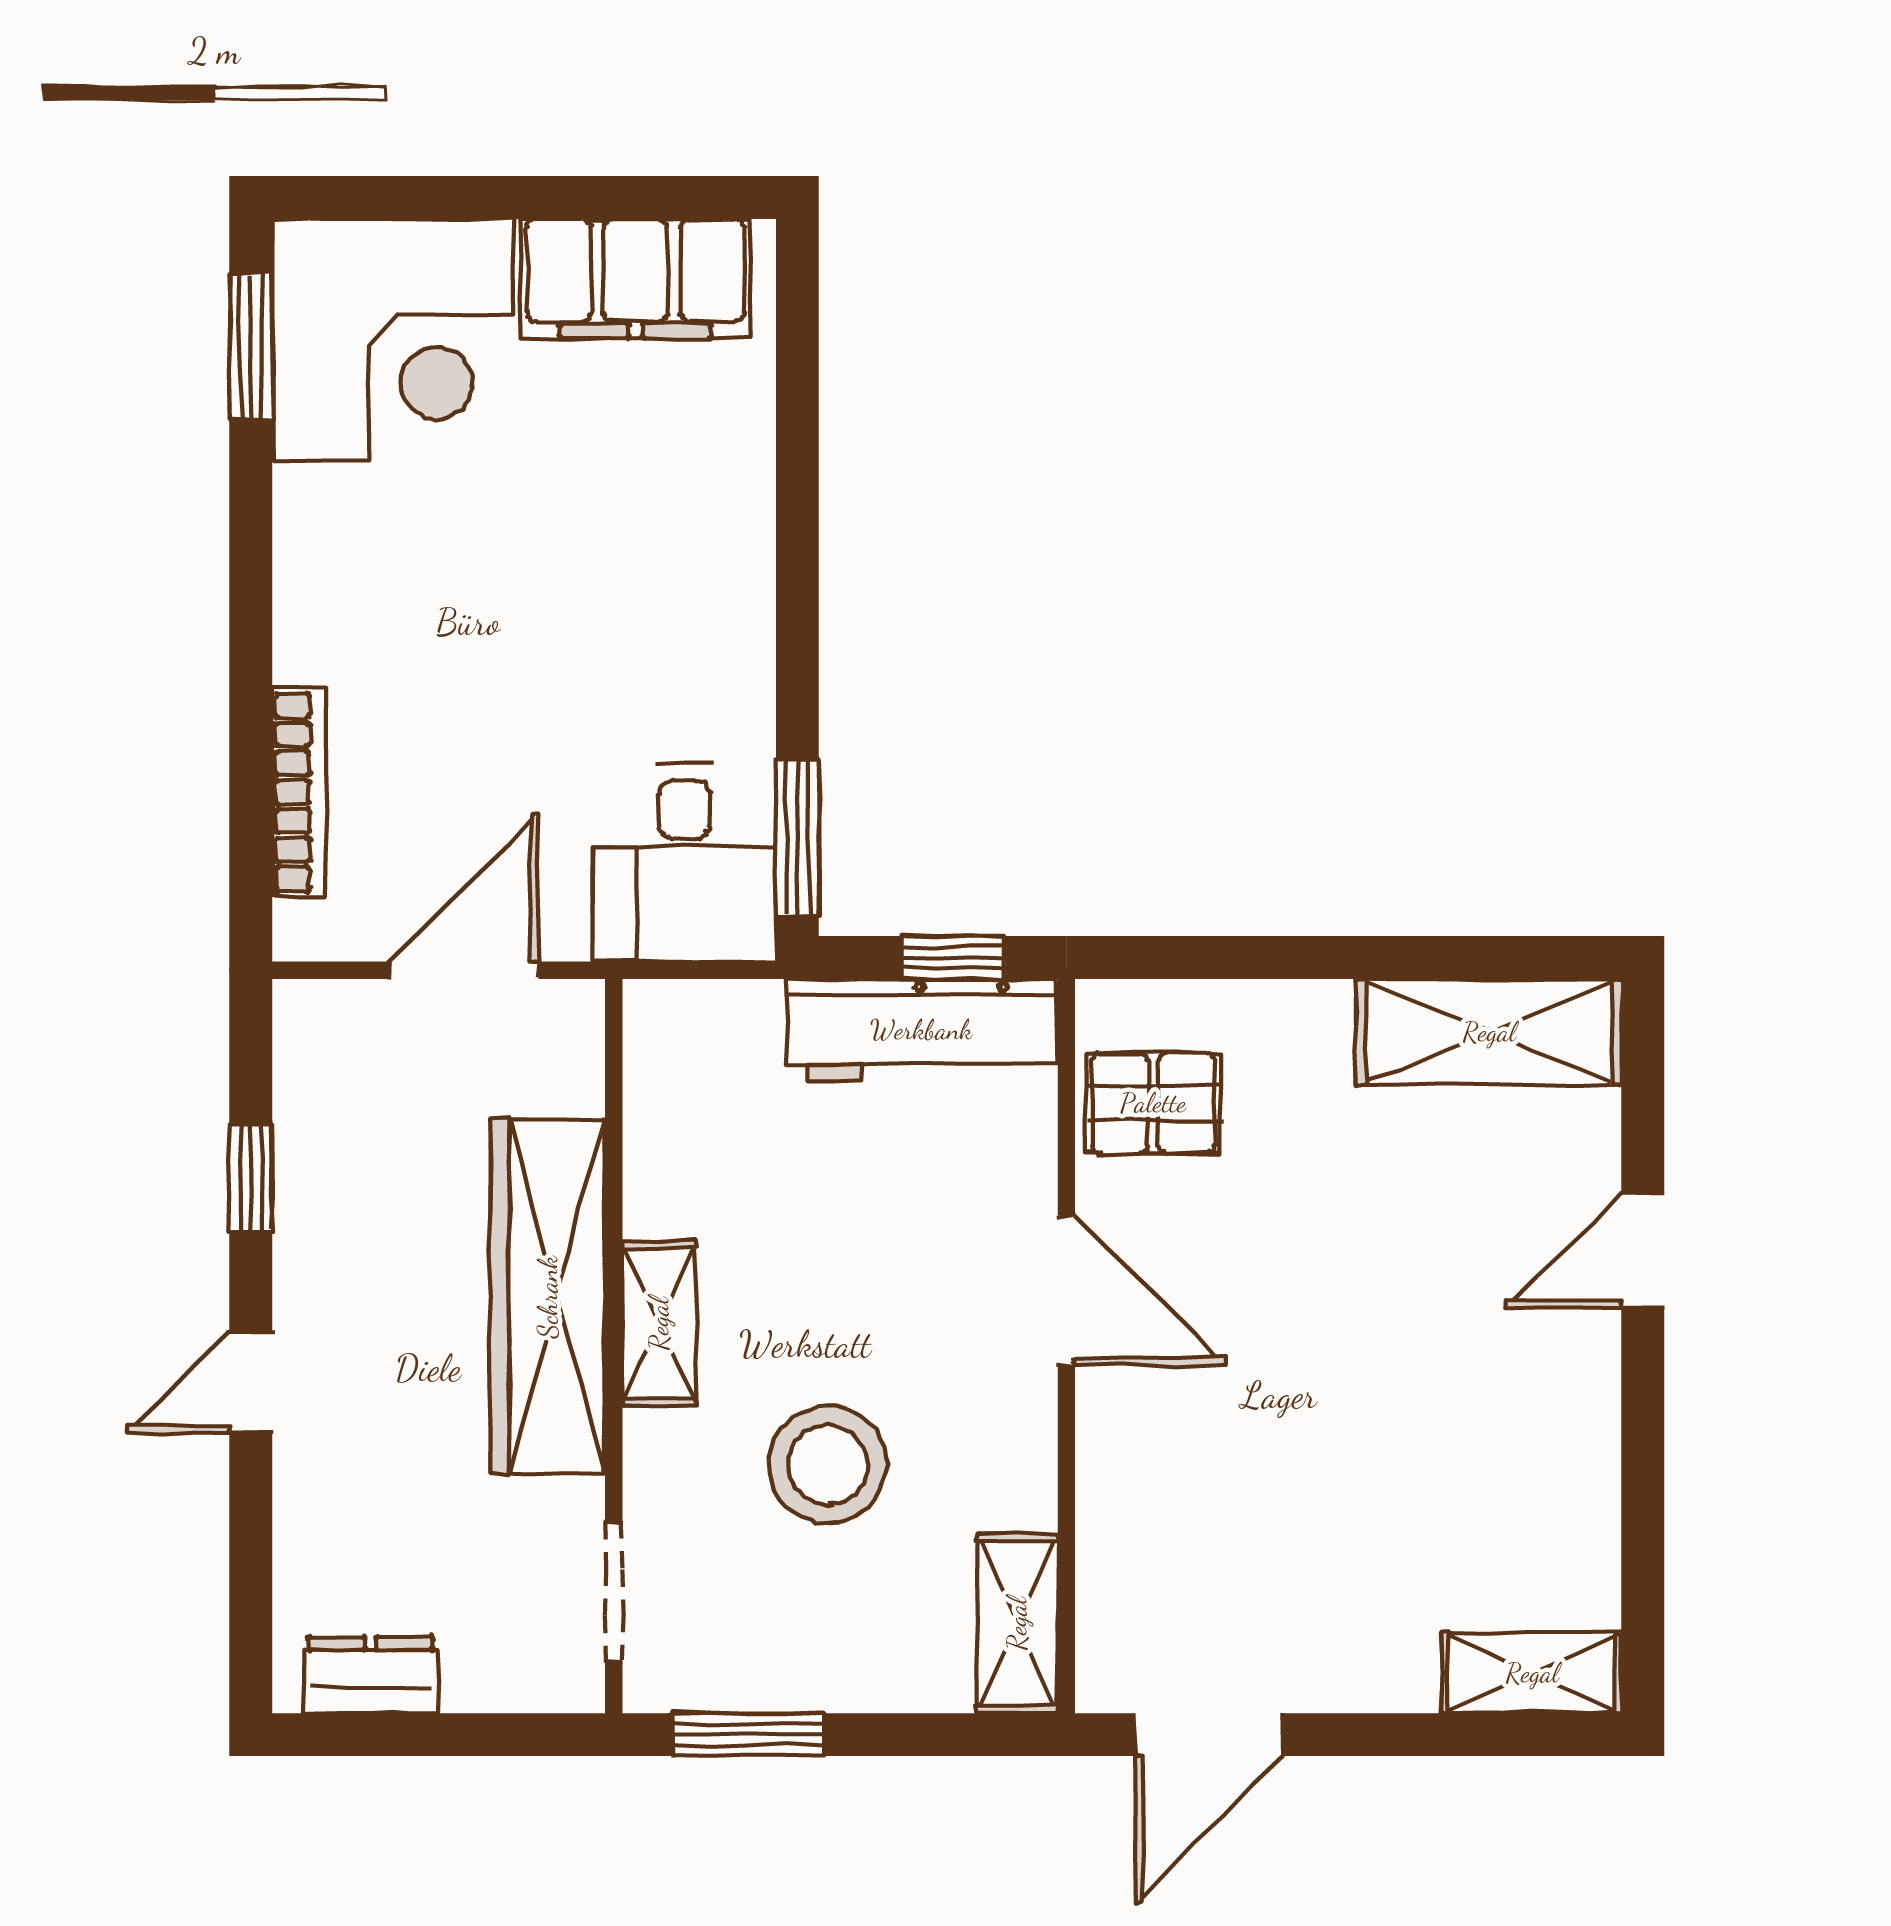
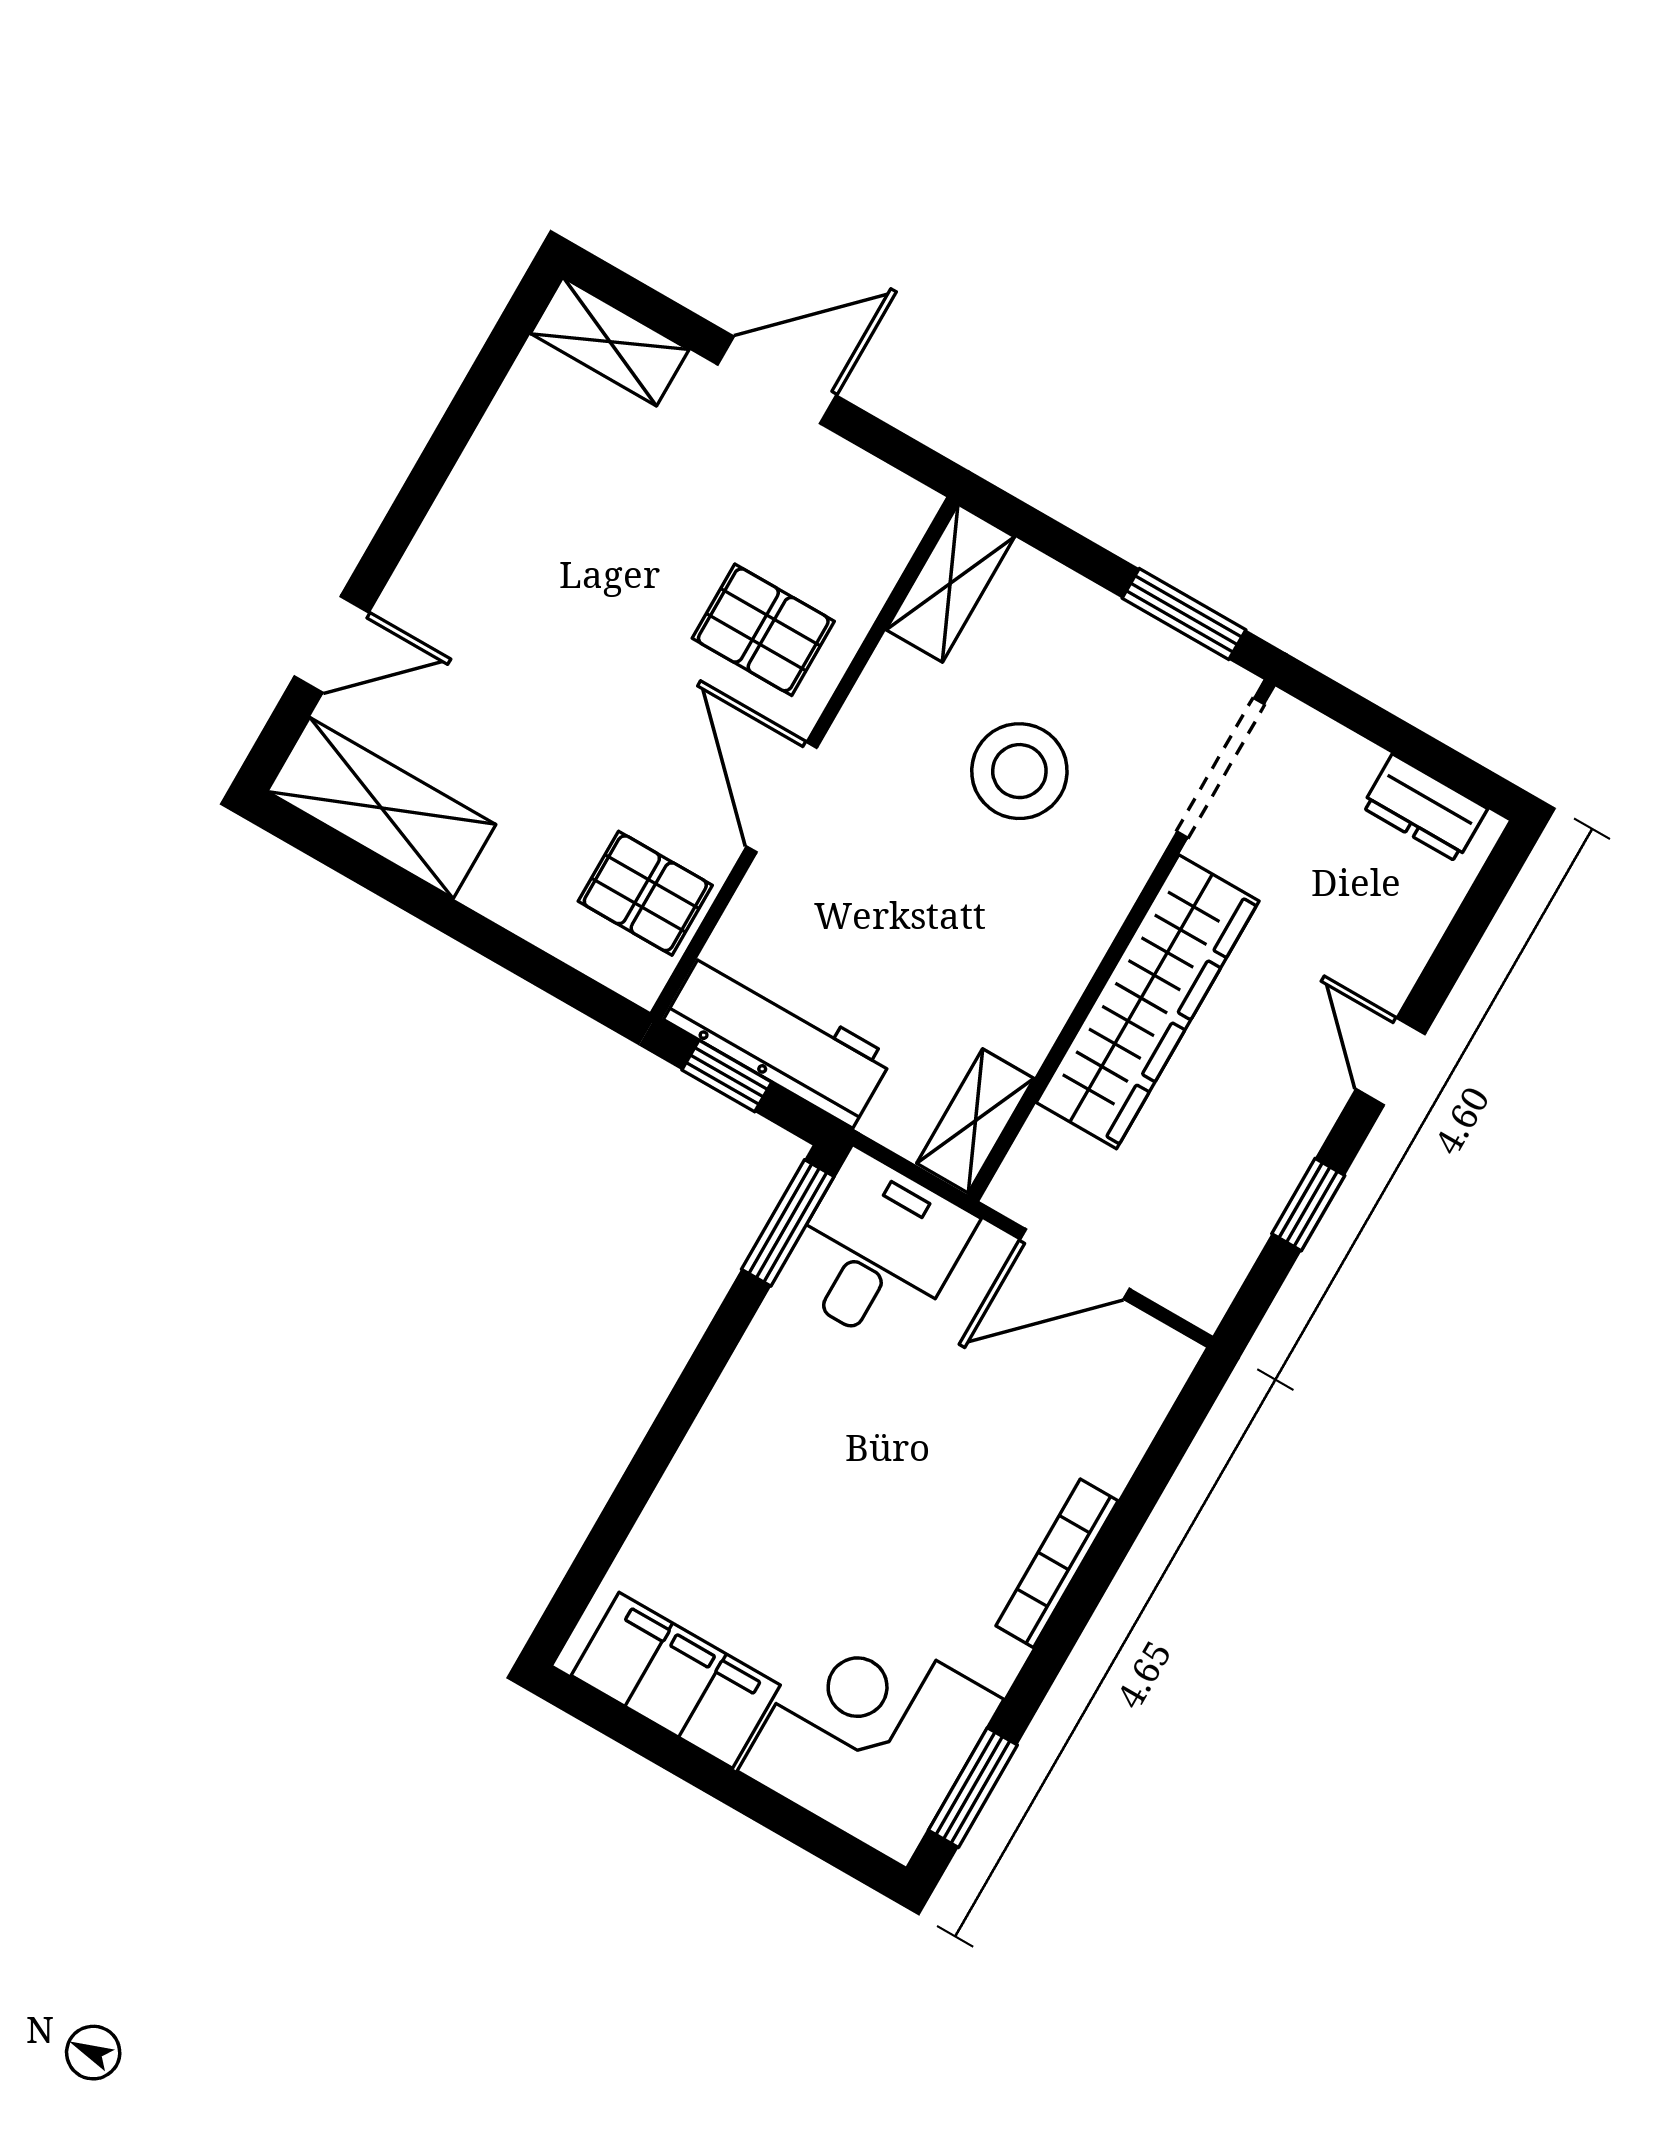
bookcase: (299, 792) -> (1057, 1563), moved
door: (1643, 1250) -> (332, 644), moved
shelving: (659, 1324) -> (975, 1121), moved
door: (251, 1382) -> (1390, 1062), swing flipped
pallet: (1189, 1458) -> (763, 630), added
doorway: (614, 1592) -> (1221, 768), width x1.38
door: (1209, 1735) -> (777, 380), moved

